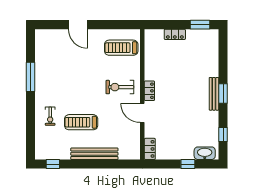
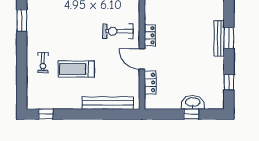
window: (30, 77) -> (22, 20), width x0.69
locker: (150, 149) -> (150, 83), moved
washbasin: (205, 153) -> (193, 102), moved
bench: (94, 154) -> (108, 103), moved

